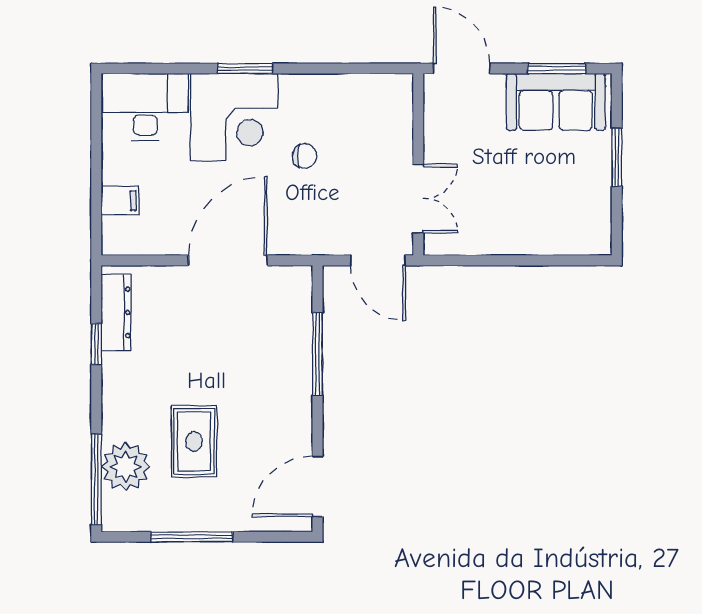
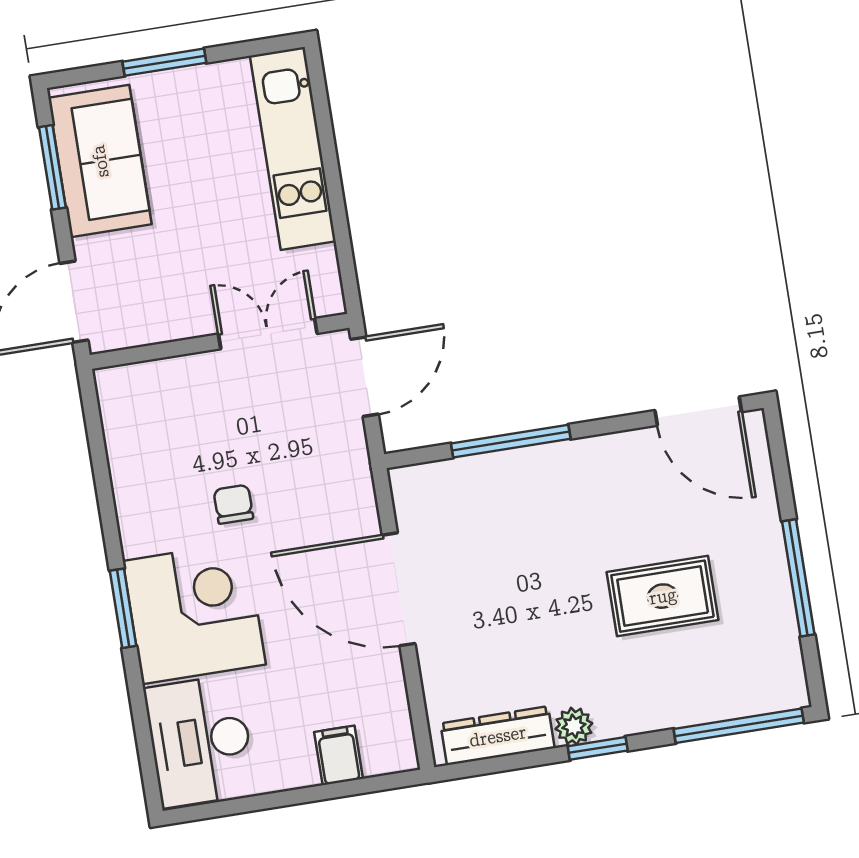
kitchen unit: (543, 236) -> (293, 148), added
window: (96, 344) -> (598, 748), moved
plant: (126, 467) -> (574, 726), moved, width x0.53, depth x0.53

